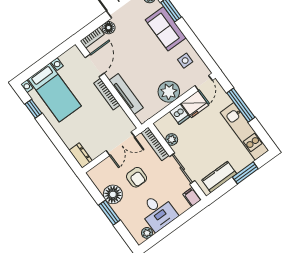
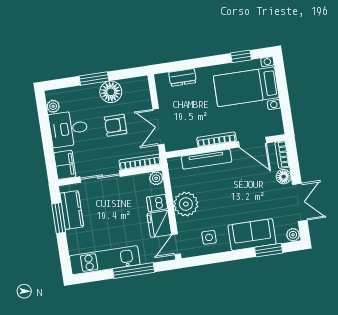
door: (204, 83) -> (176, 244), hinge flipped
plant: (172, 139) -> (156, 178), moved
dresser: (81, 156) -> (182, 77), moved
window: (245, 173) -> (59, 218), moved
filing cabinet: (192, 197) -> (65, 165), width x2.00

